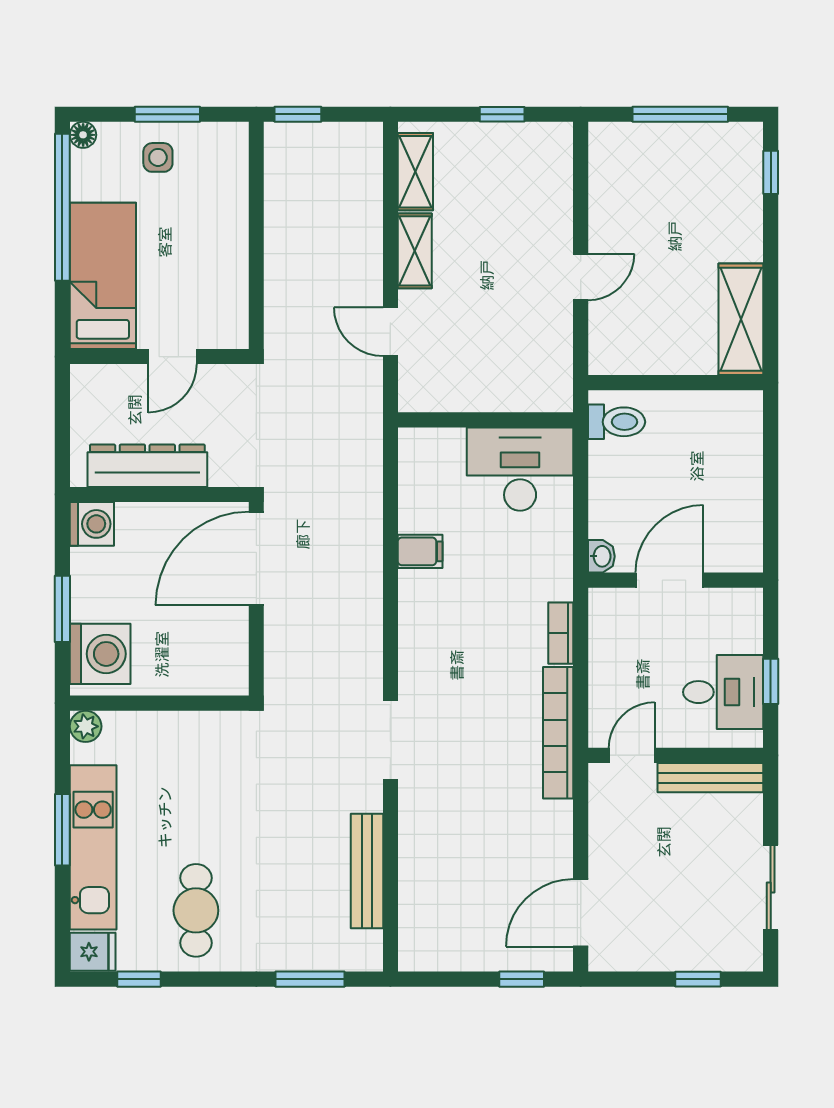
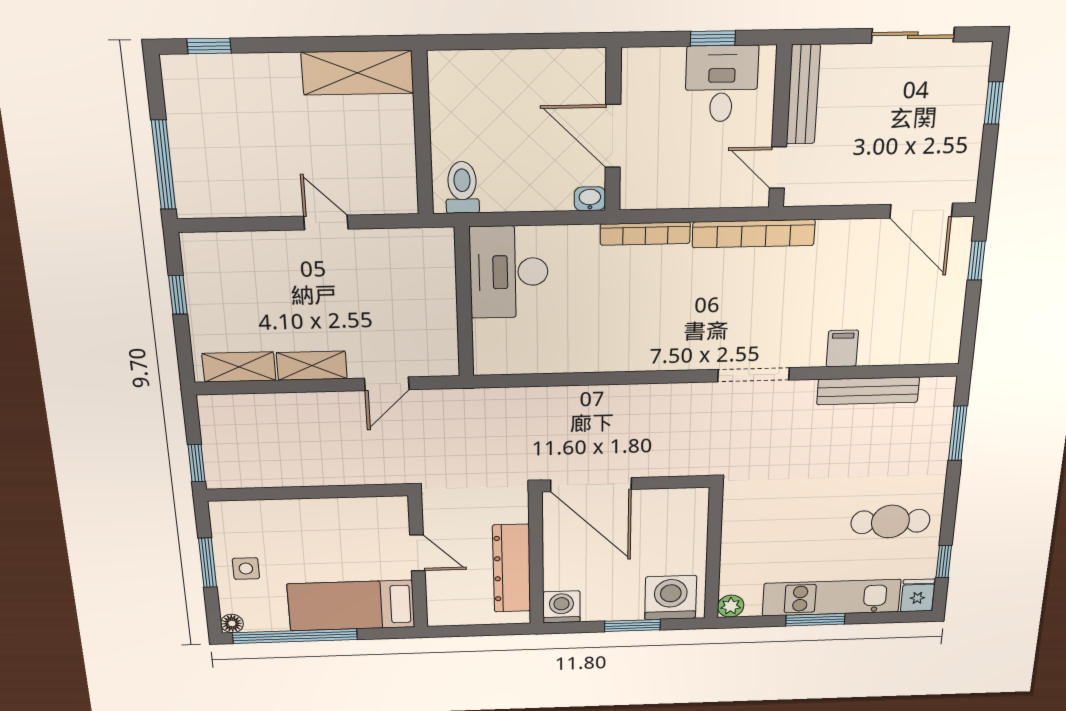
window: (680, 114) -> (164, 165), moved
filing cabinet: (420, 551) -> (842, 349), moved
bookcase: (561, 633) -> (645, 234), width x1.56

